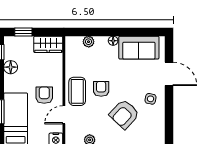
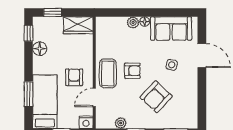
plant: (89, 42) -> (133, 22), moved
armchair: (101, 89) -> (132, 71), turned 90
side table: (151, 99) -> (172, 65), moved

